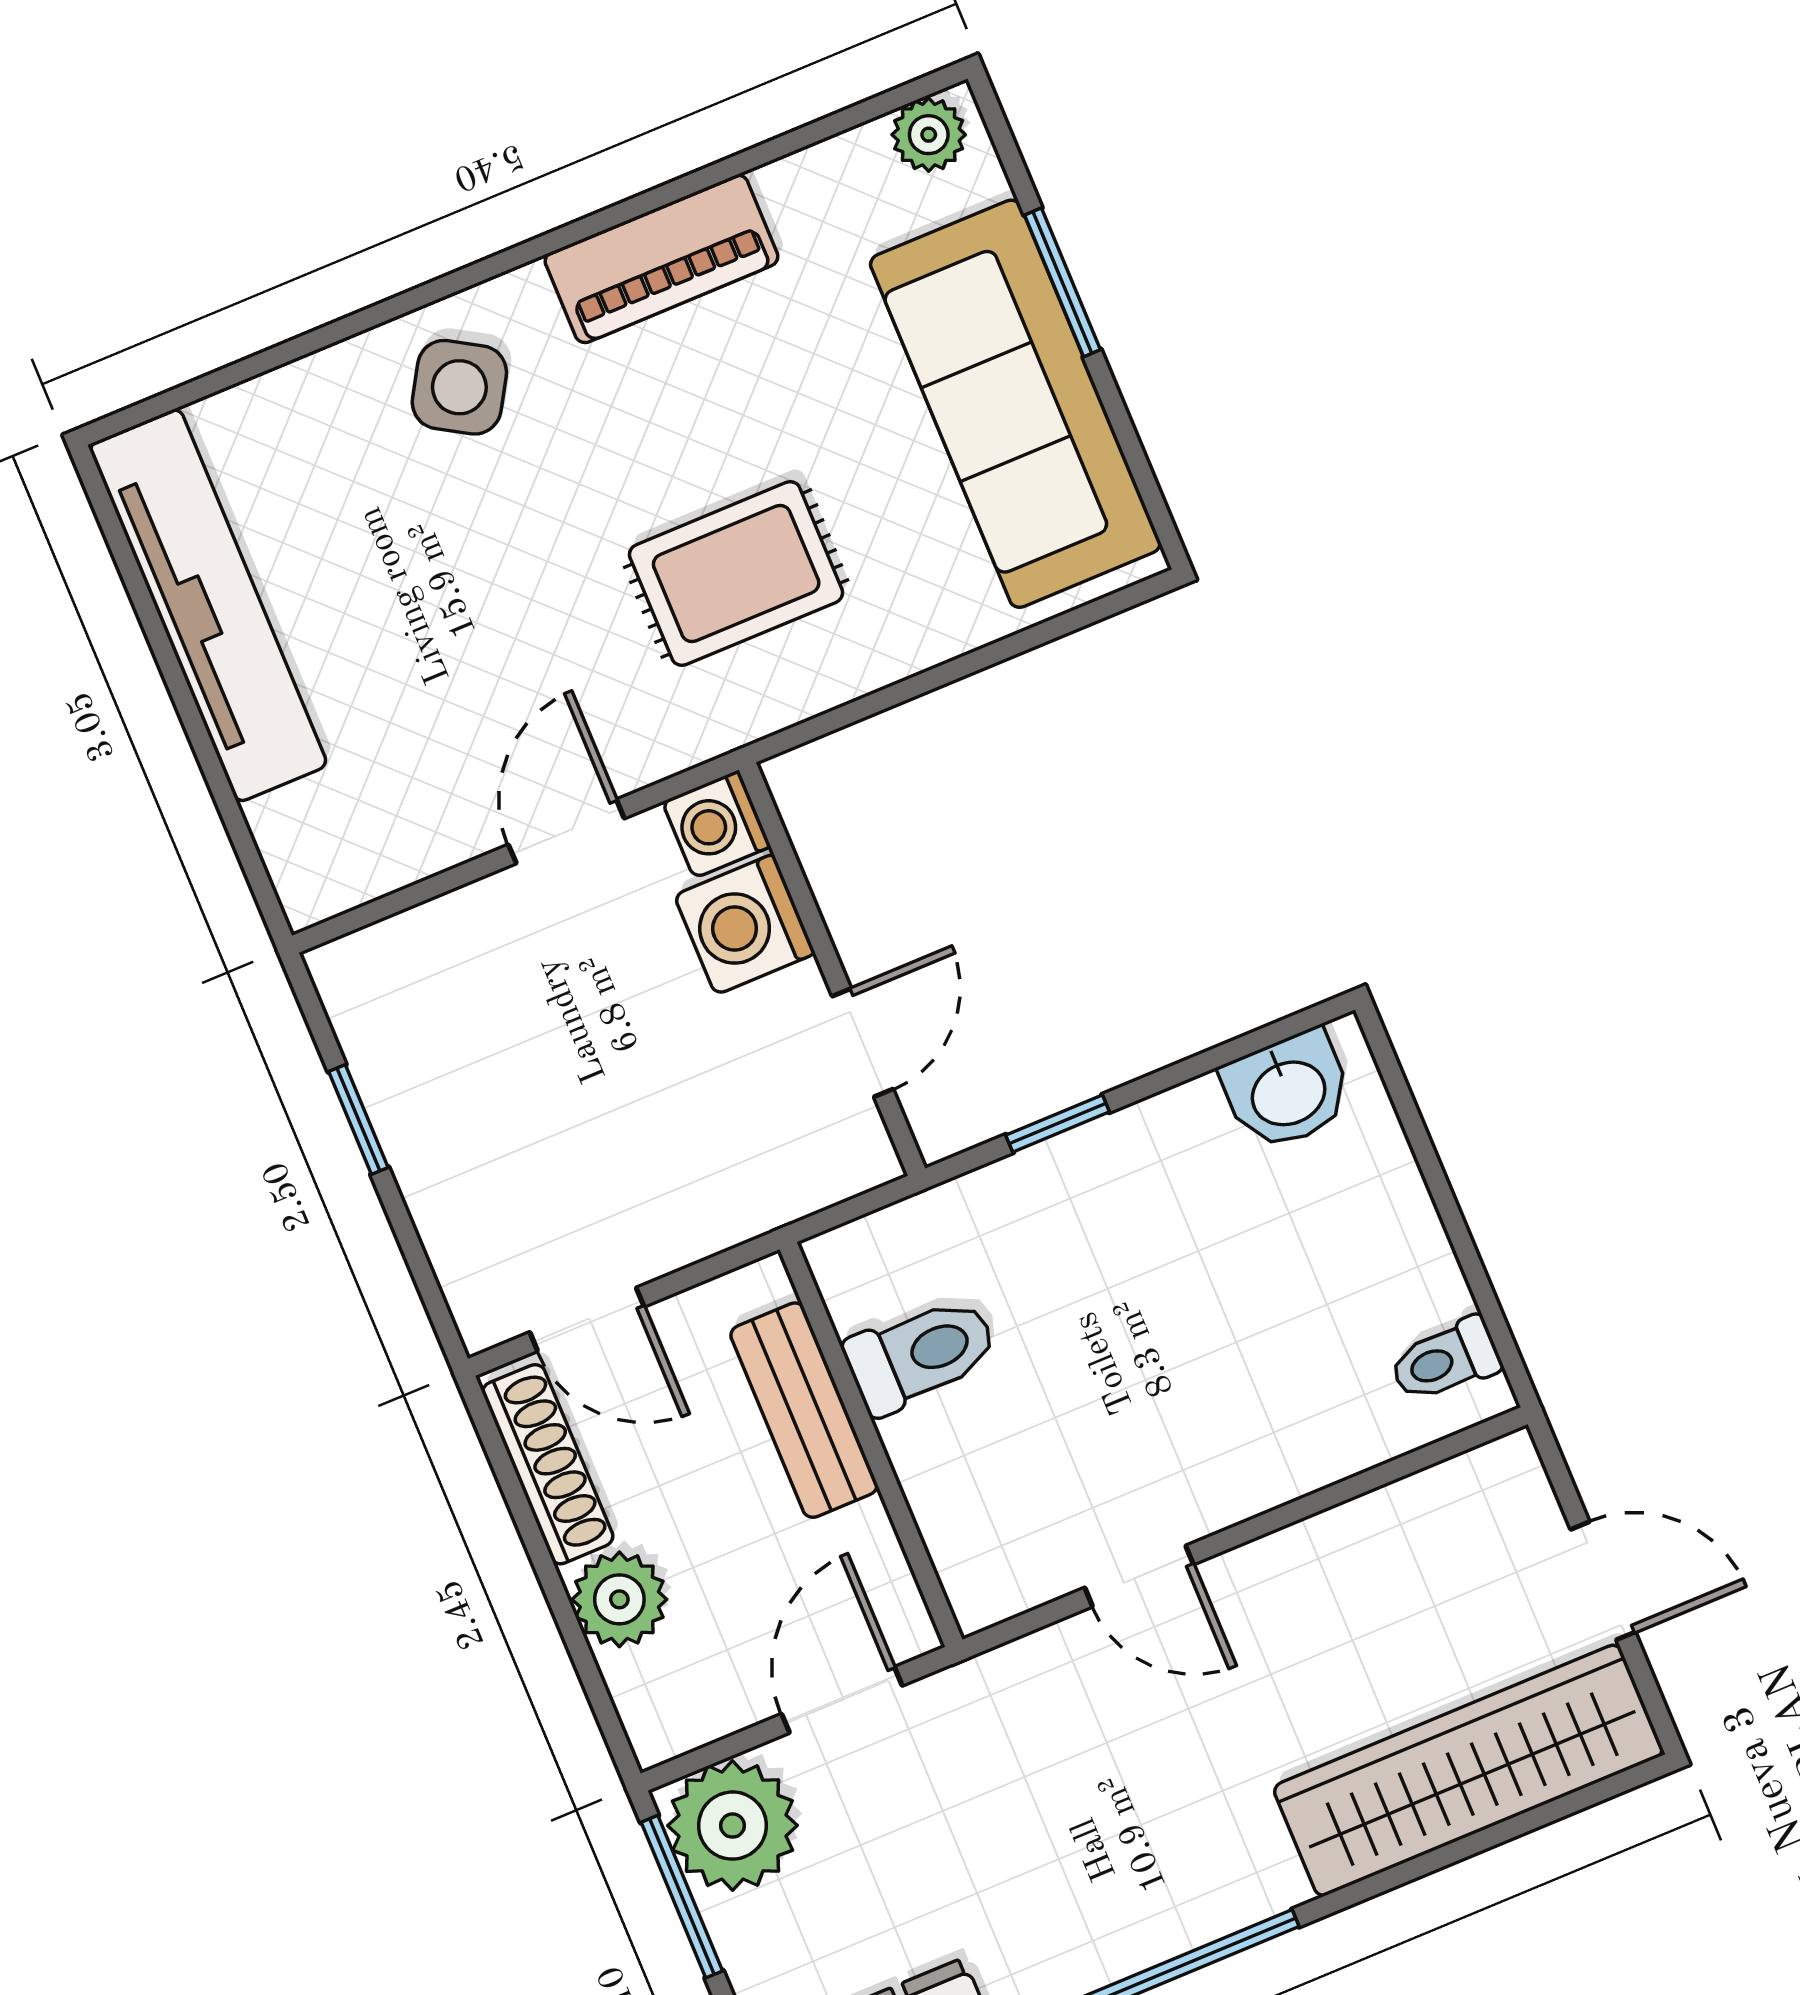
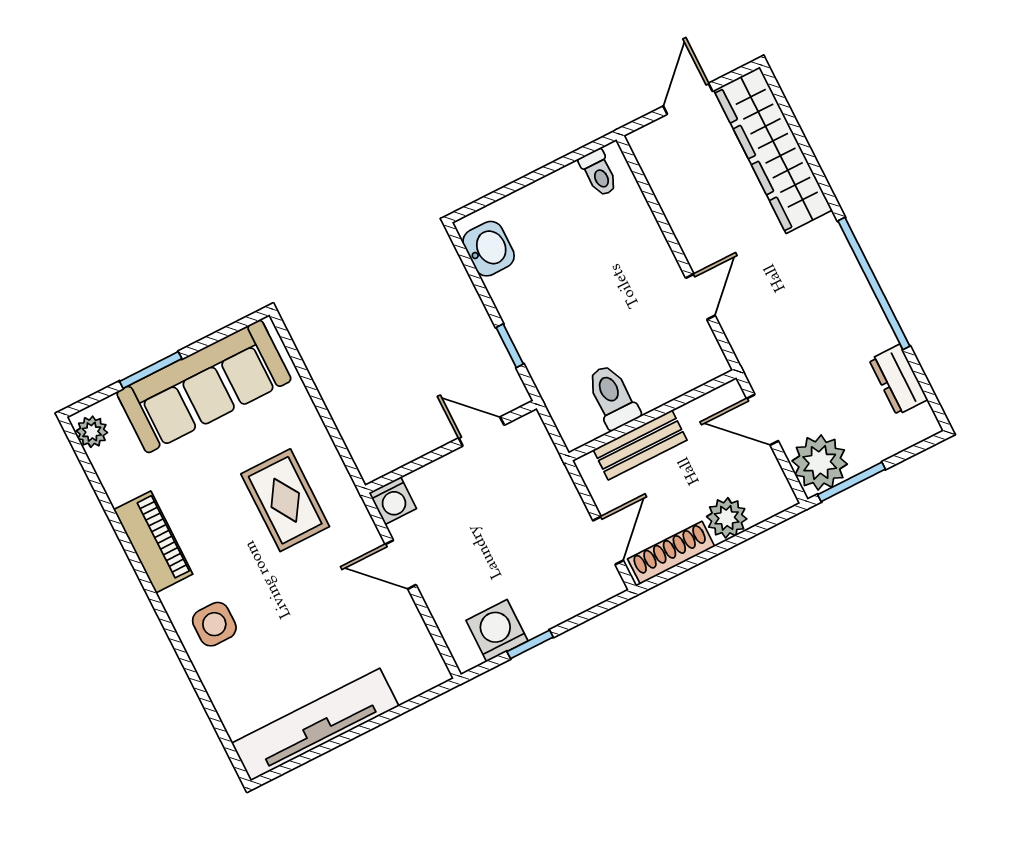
side table: (459, 387) -> (214, 624), turned -31
washing machine: (745, 924) -> (497, 631), moved, turned 180

